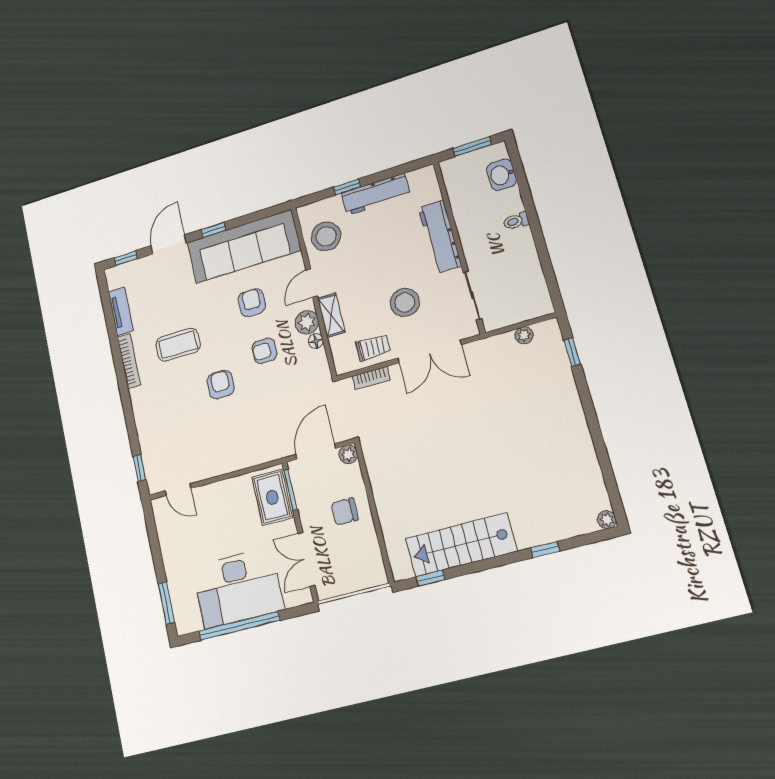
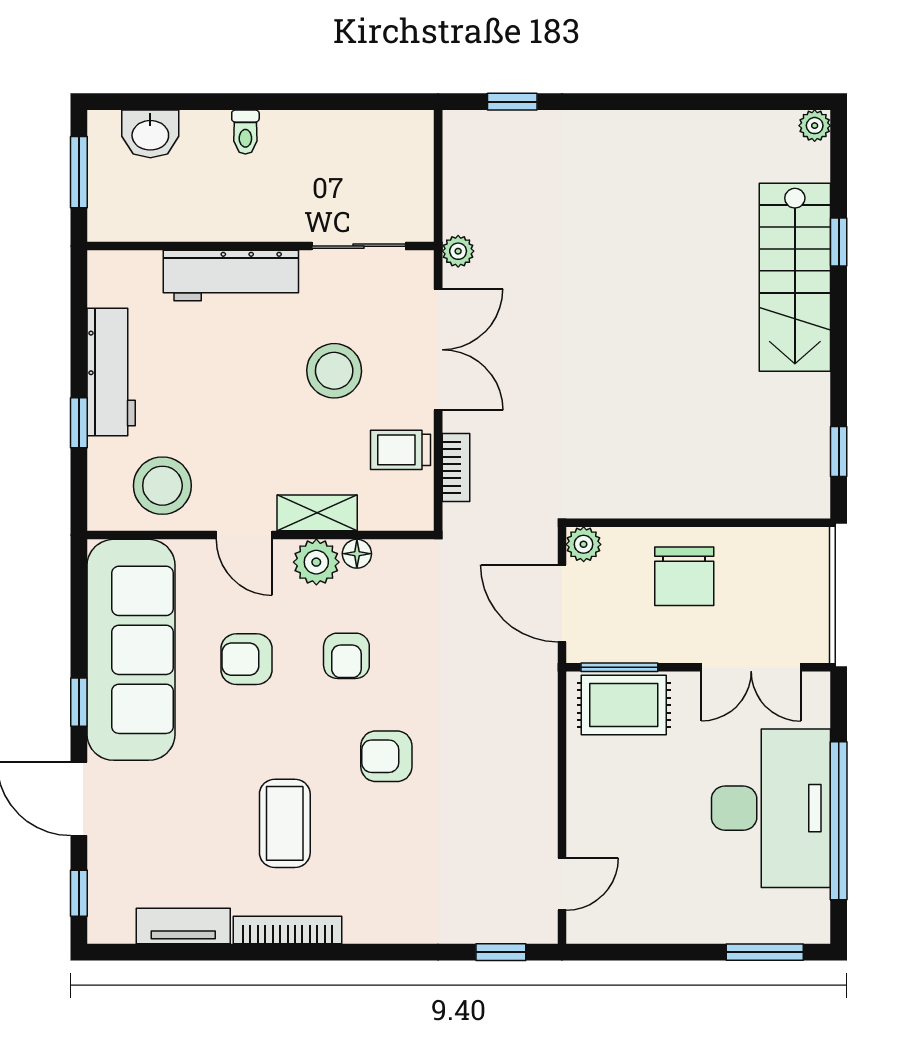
plant: (524, 335) -> (458, 251), moved
trolley: (373, 347) -> (400, 450), turned -90
chair: (345, 512) -> (684, 576), width x1.37, depth x1.37
stairs: (461, 545) -> (795, 277), moved

